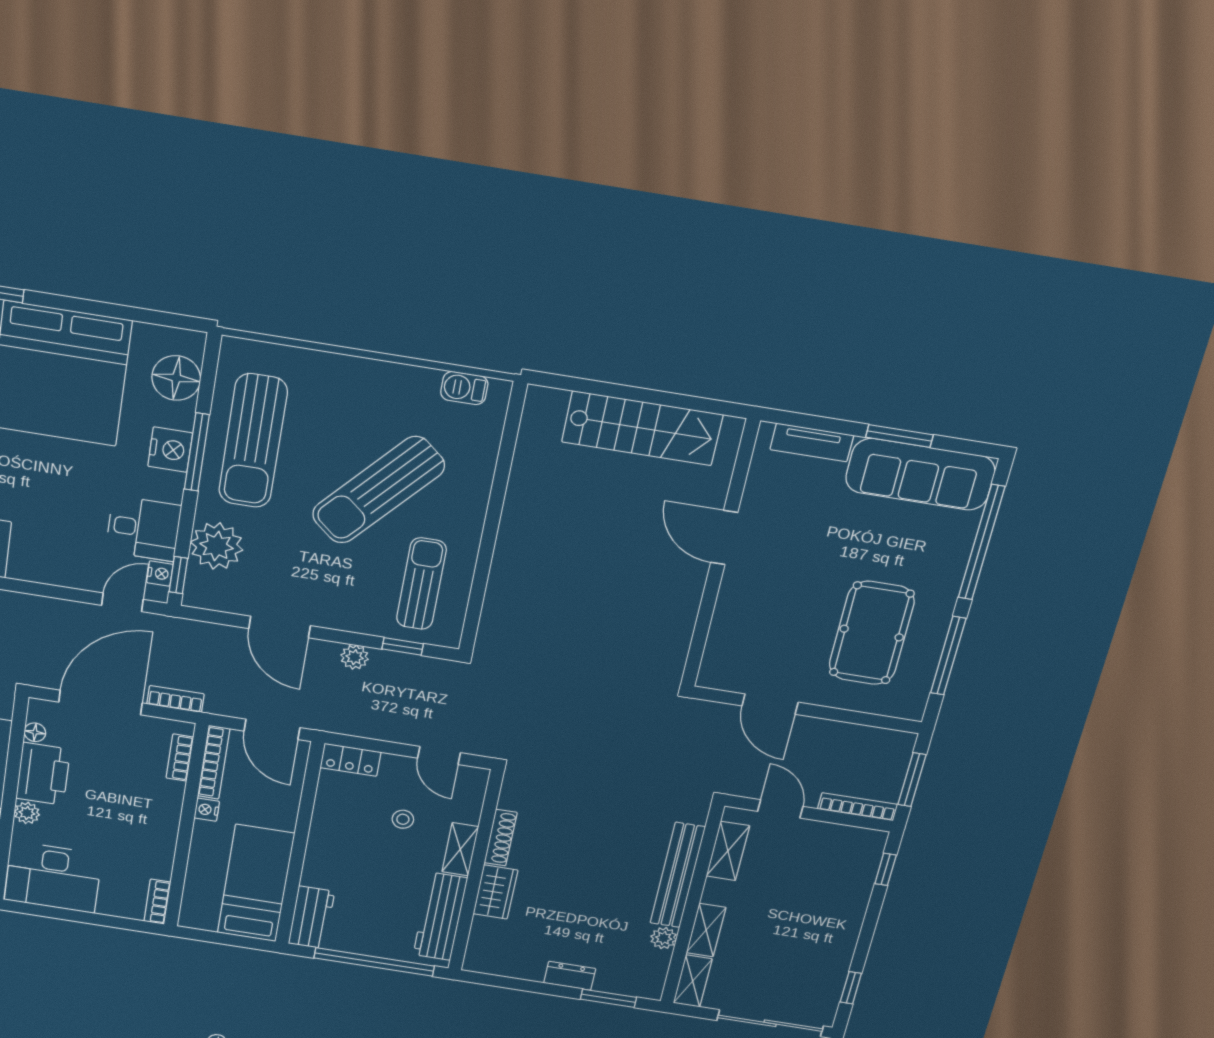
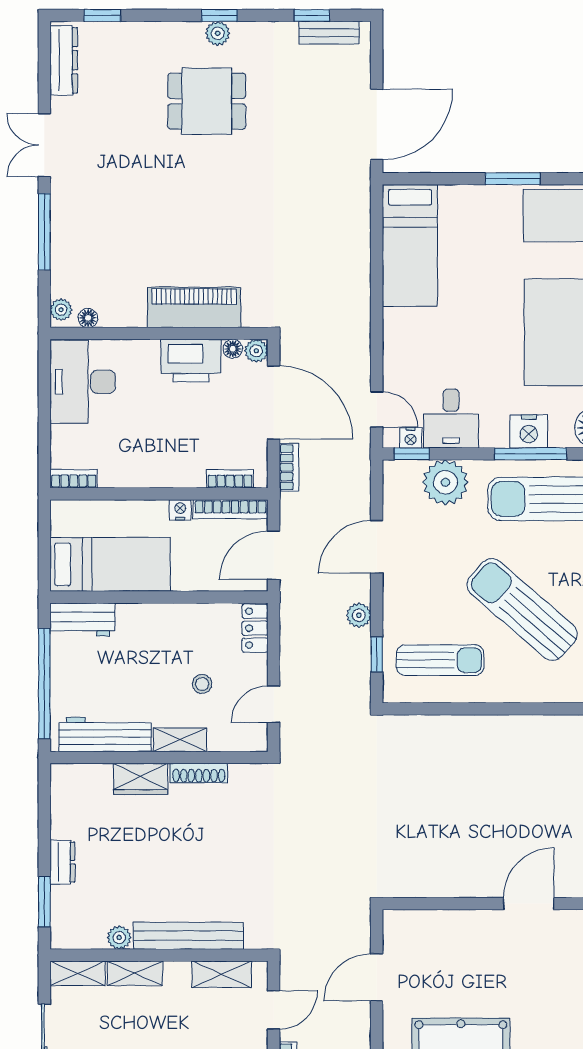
plant: (27, 813) -> (256, 351), moved

